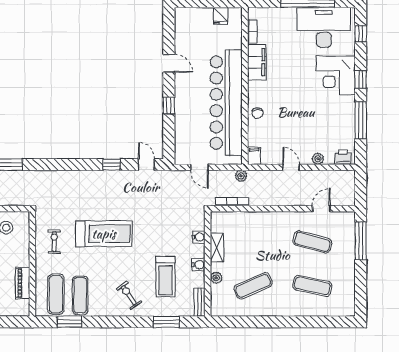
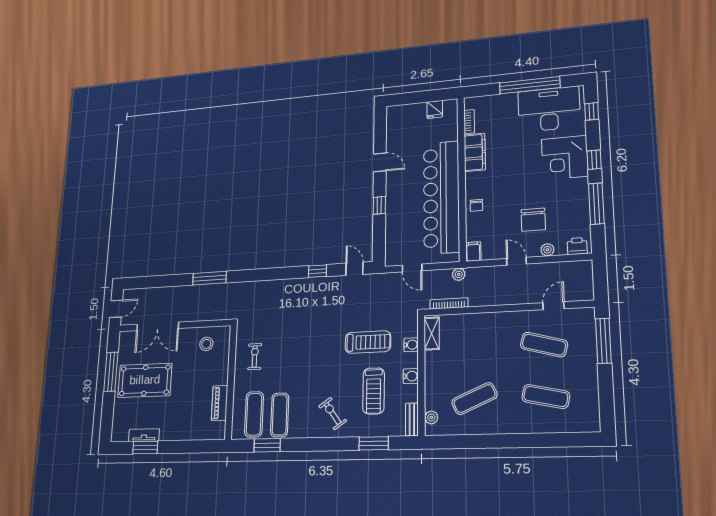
chair: (307, 130) -> (533, 220), added
treadmill: (104, 234) -> (368, 342), moved, width x0.73, depth x0.73
shelving: (217, 247) -> (432, 334), moved
plant: (216, 278) -> (431, 417), moved

